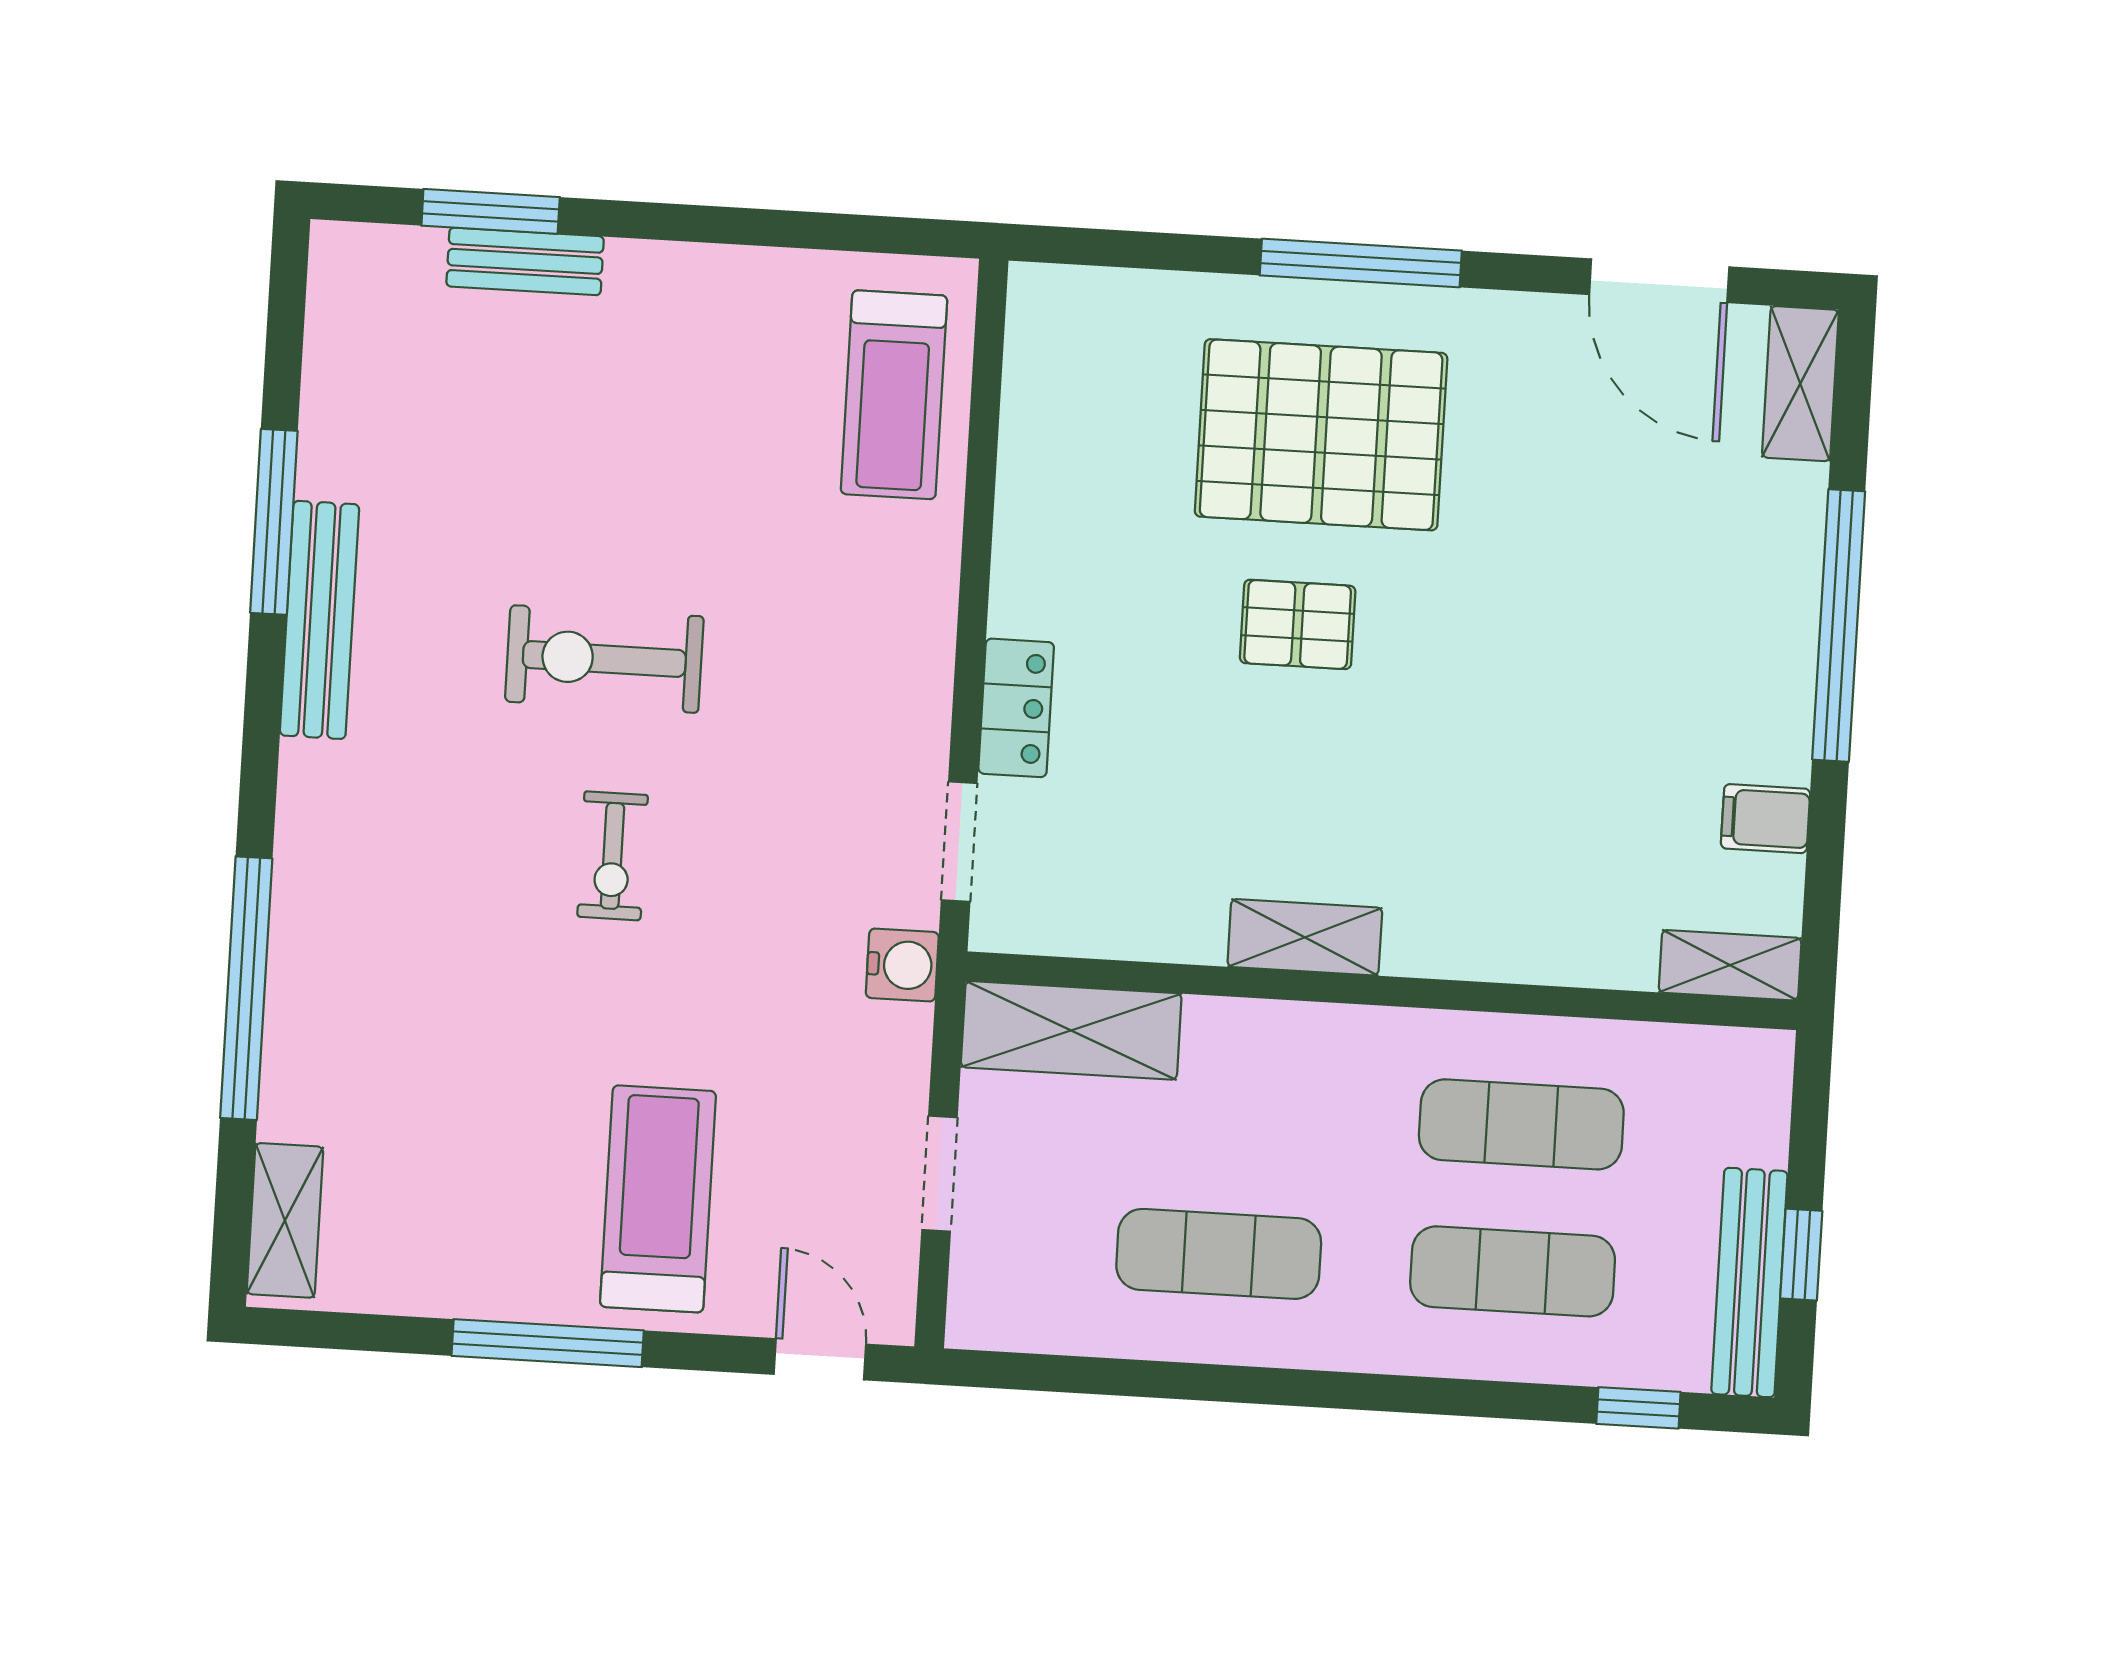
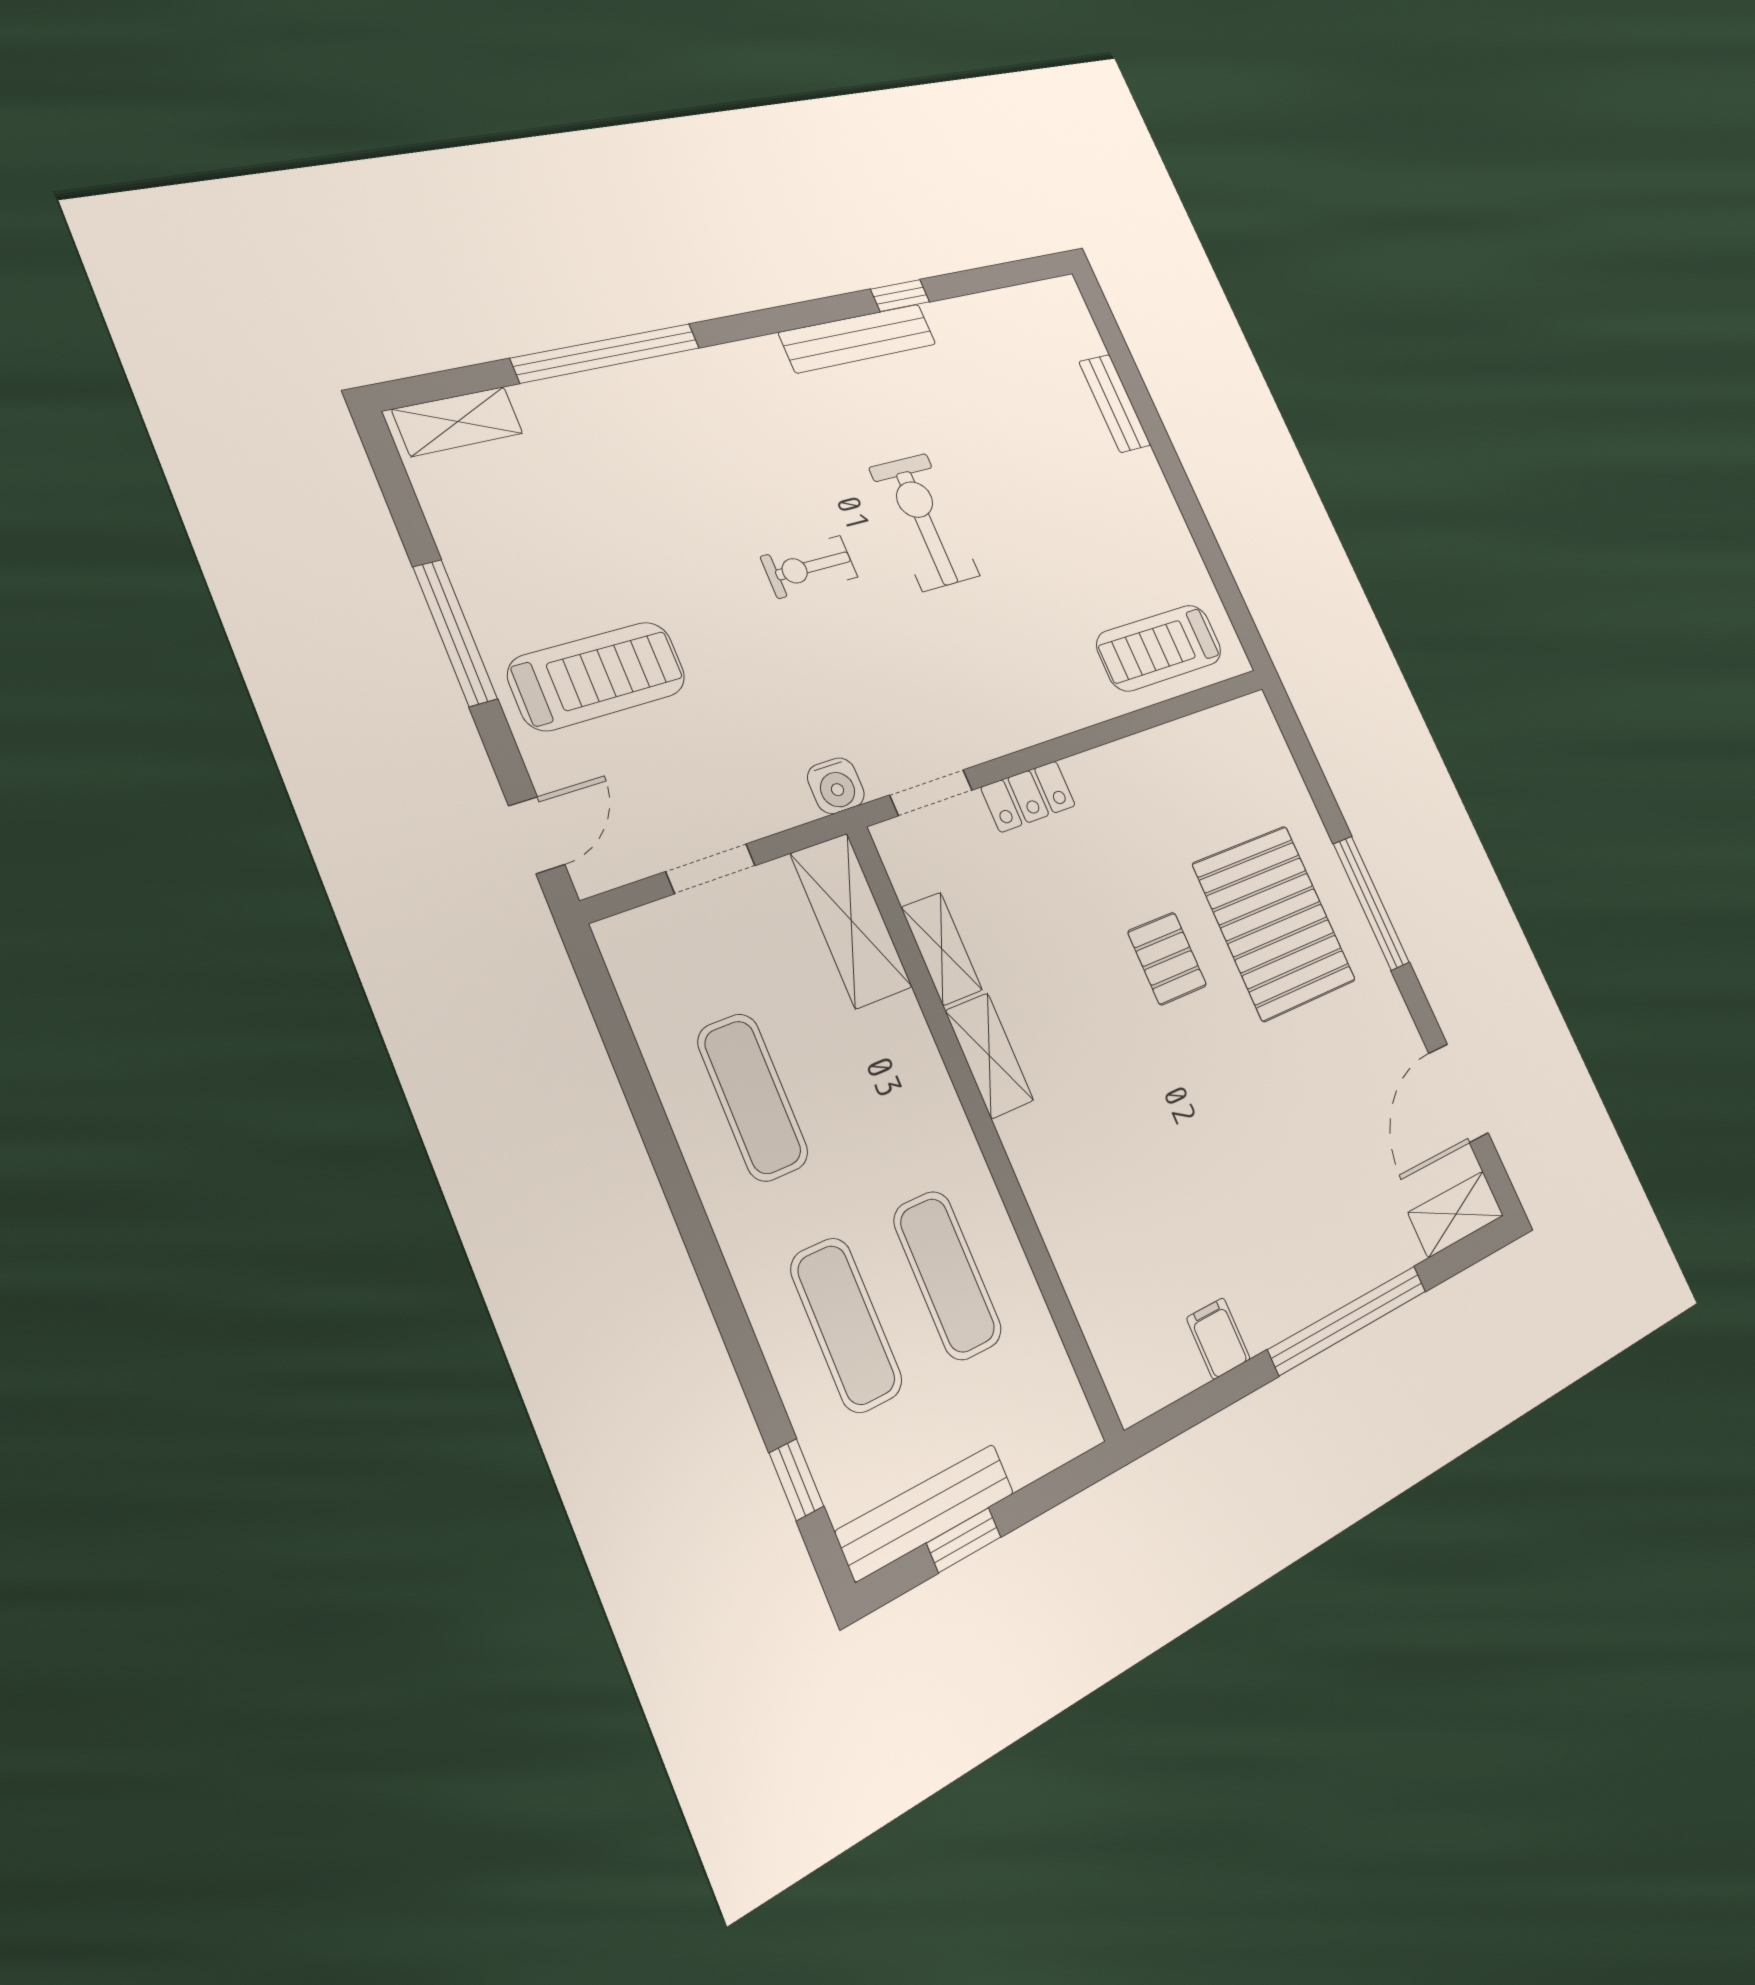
window: (491, 211) -> (1130, 376), removed
window: (274, 522) -> (900, 296), width x0.46
shelving: (1730, 965) -> (942, 949), moved

